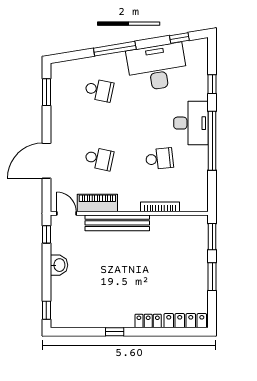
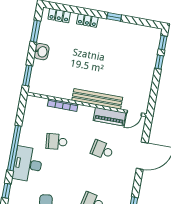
door: (67, 213) -> (134, 113), hinge flipped
window: (46, 234) -> (159, 62), moved
washbasin: (59, 265) -> (42, 52), moved, turned 180
window: (212, 277) -> (35, 31), moved
locker: (185, 321) -> (59, 16), width x0.66

